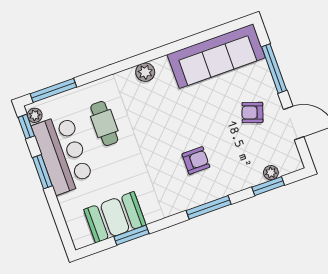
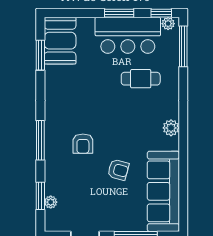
armchair: (252, 112) -> (118, 170), moved, turned 86
booth: (115, 217) -> (60, 41), moved
window: (131, 235) -> (40, 55), moved

